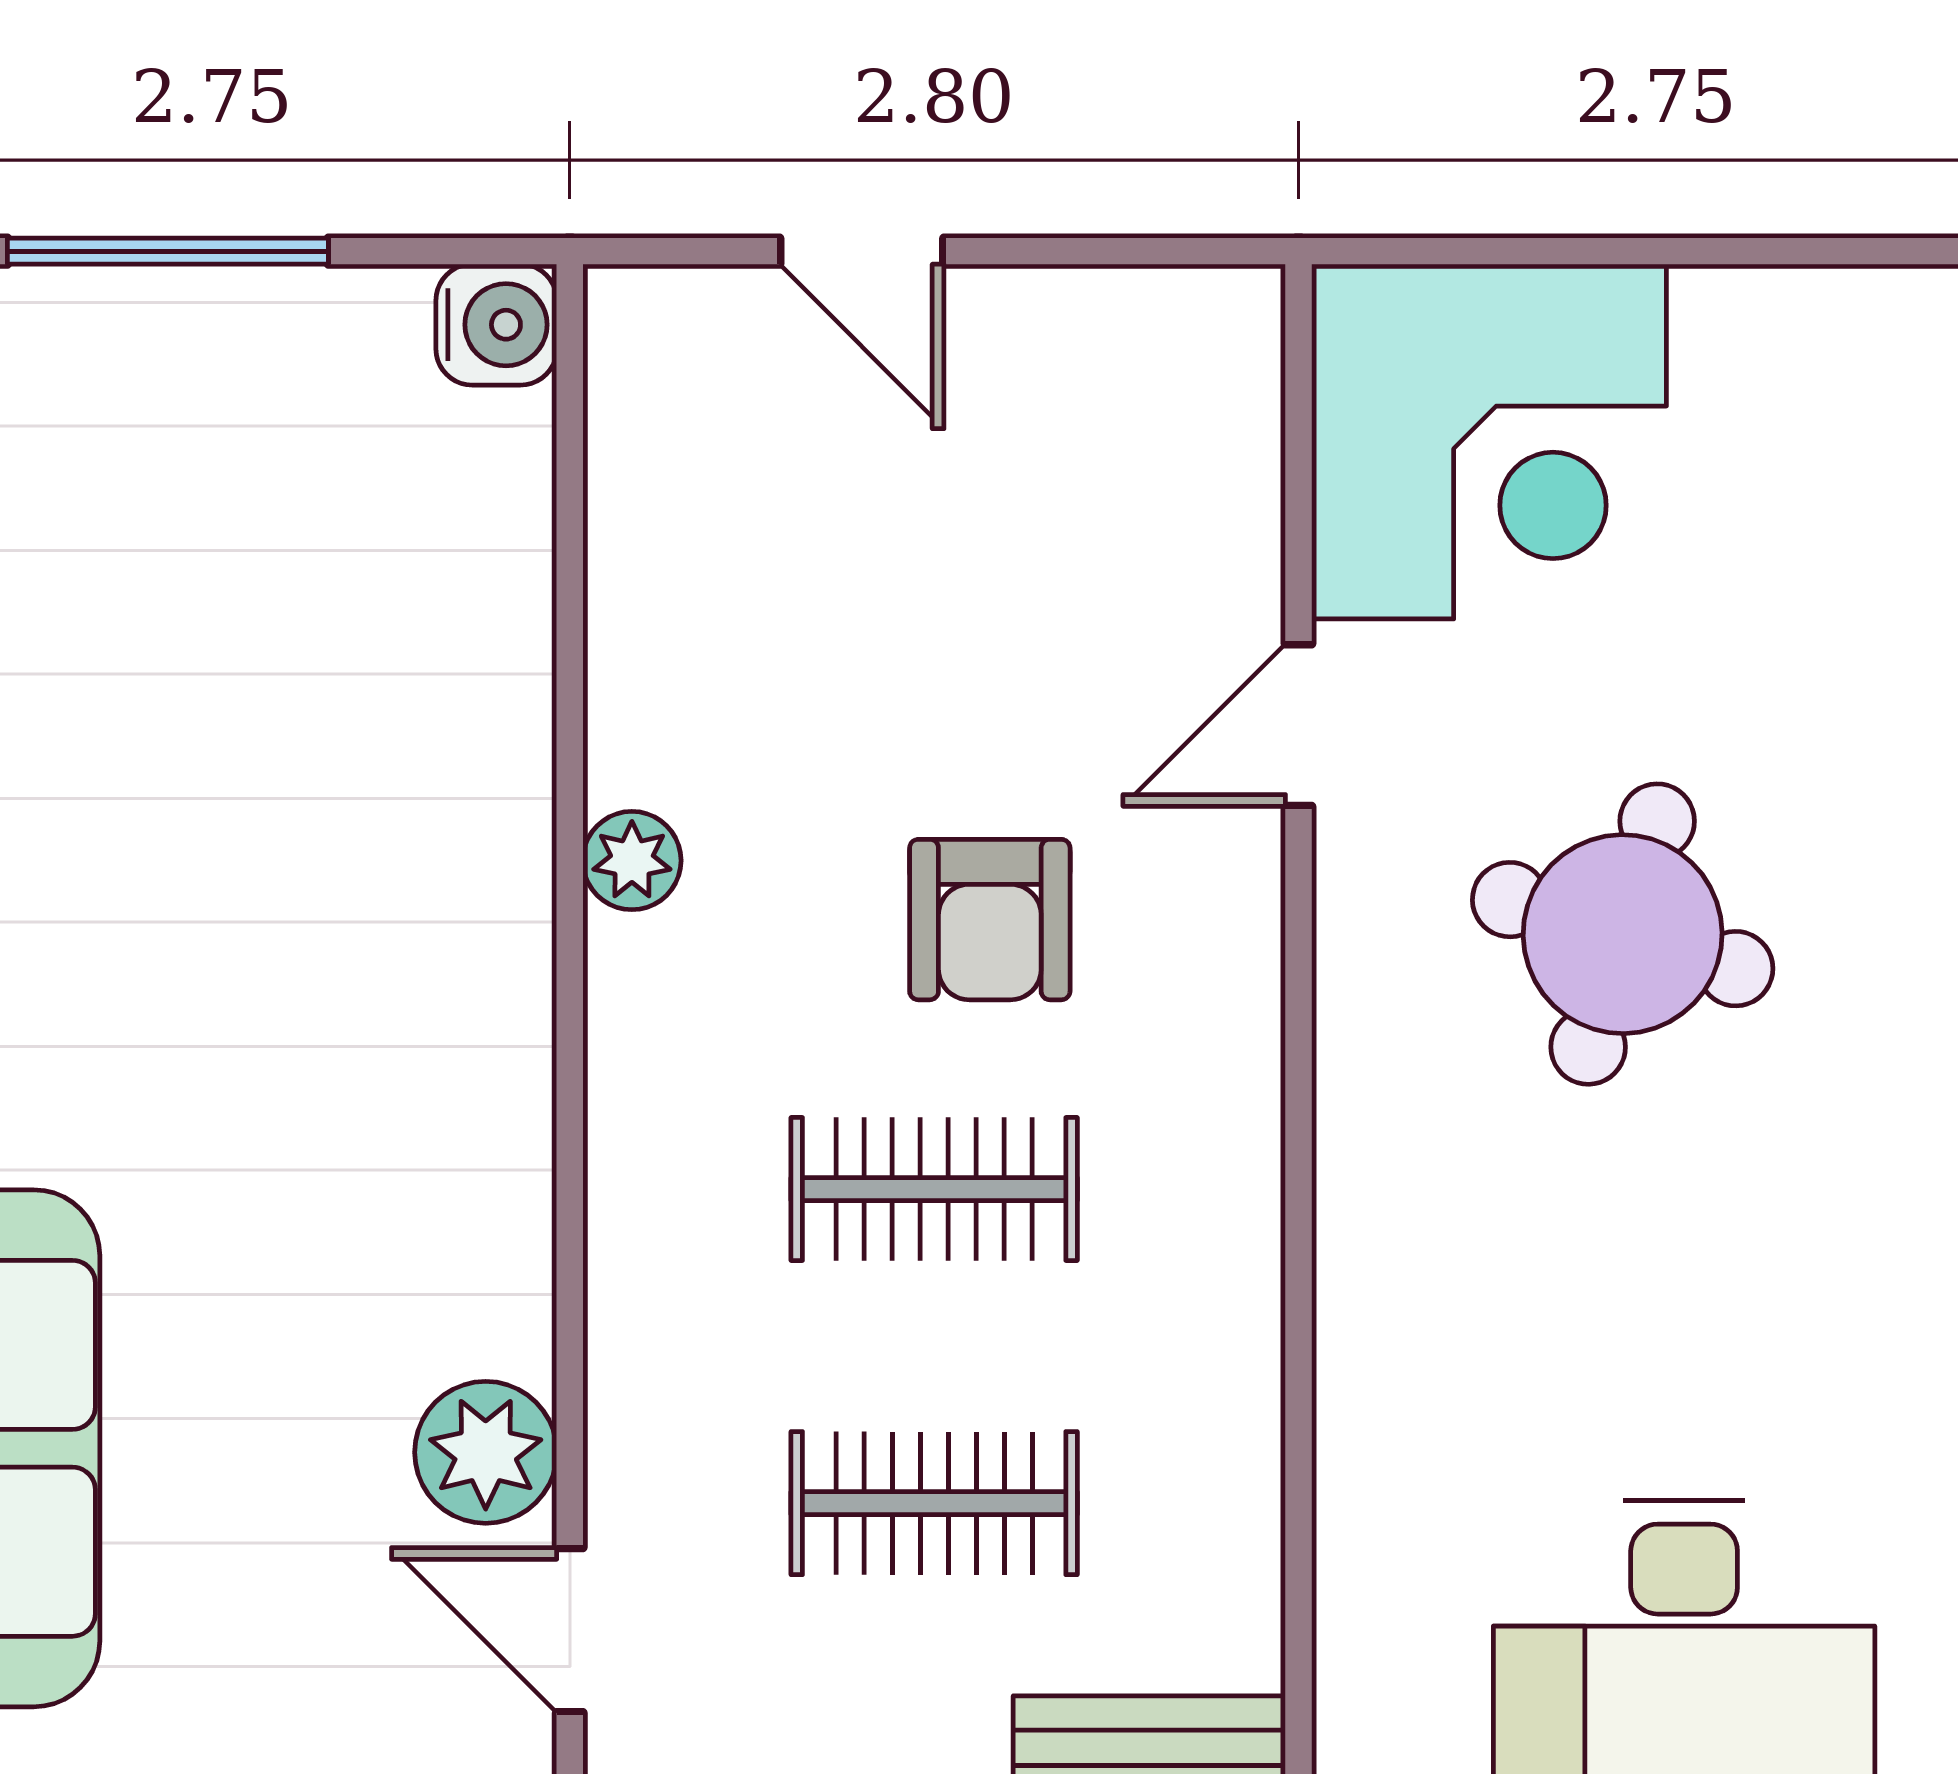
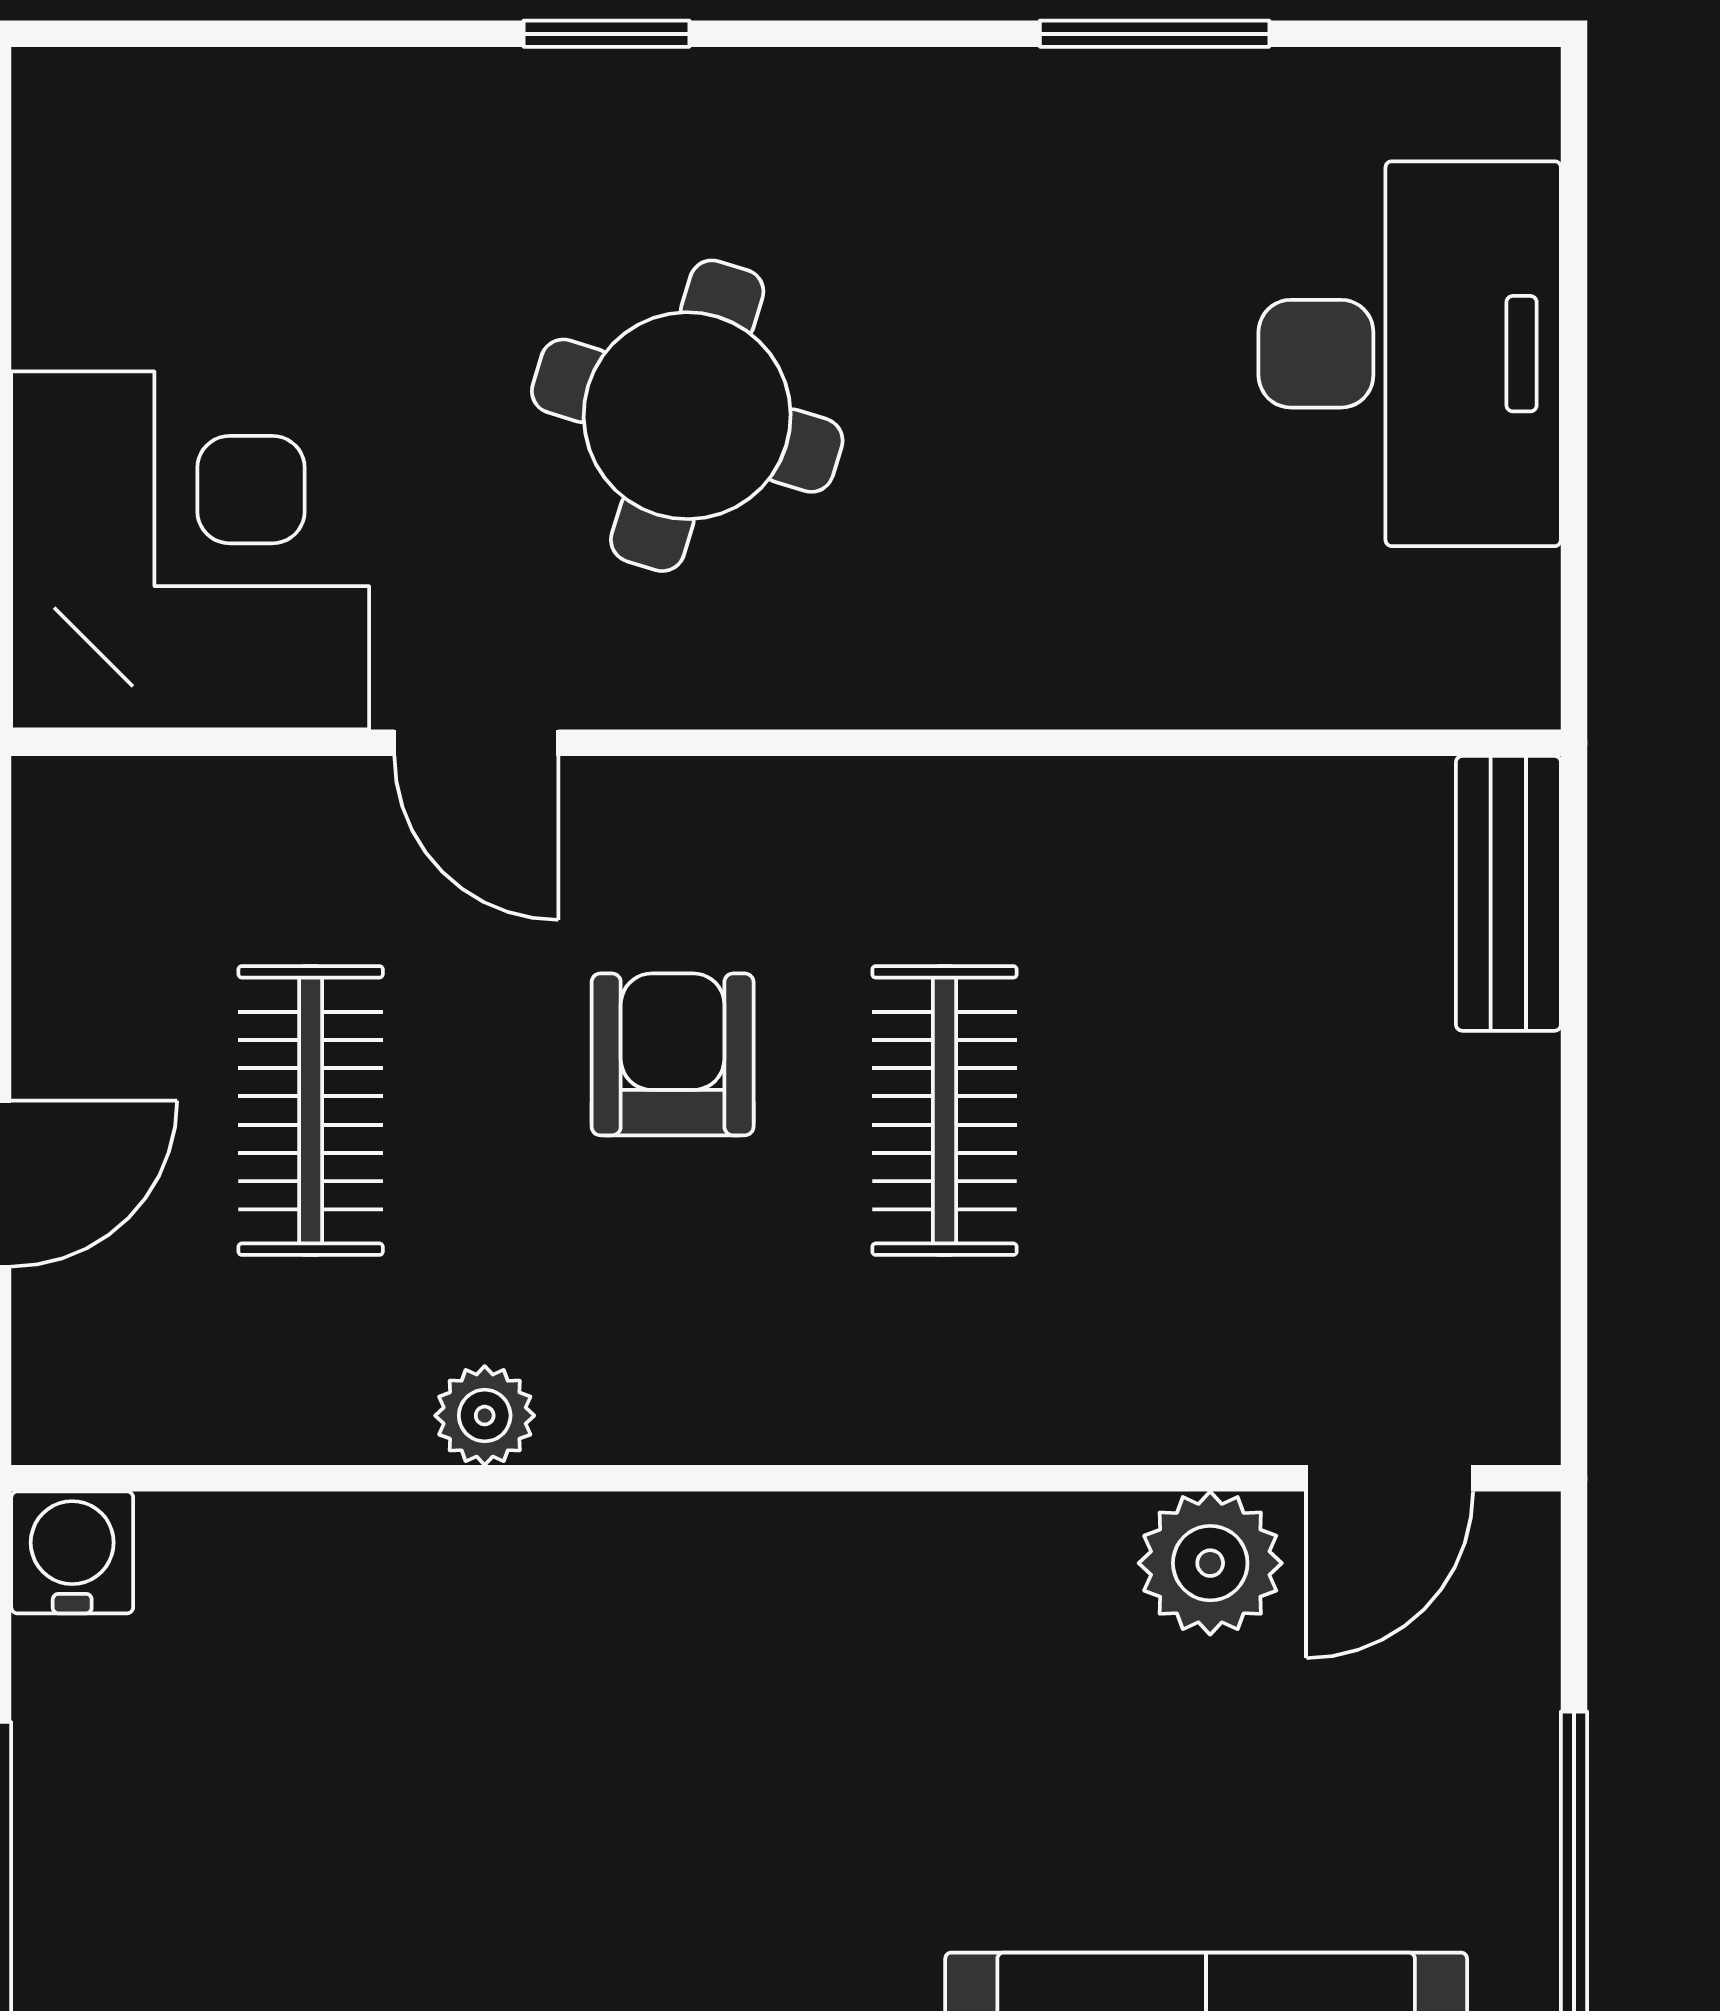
plant: (632, 861) -> (485, 1416), moved
armchair: (990, 920) -> (673, 1054), turned -90
clothes rail: (934, 1503) -> (311, 1111), moved

